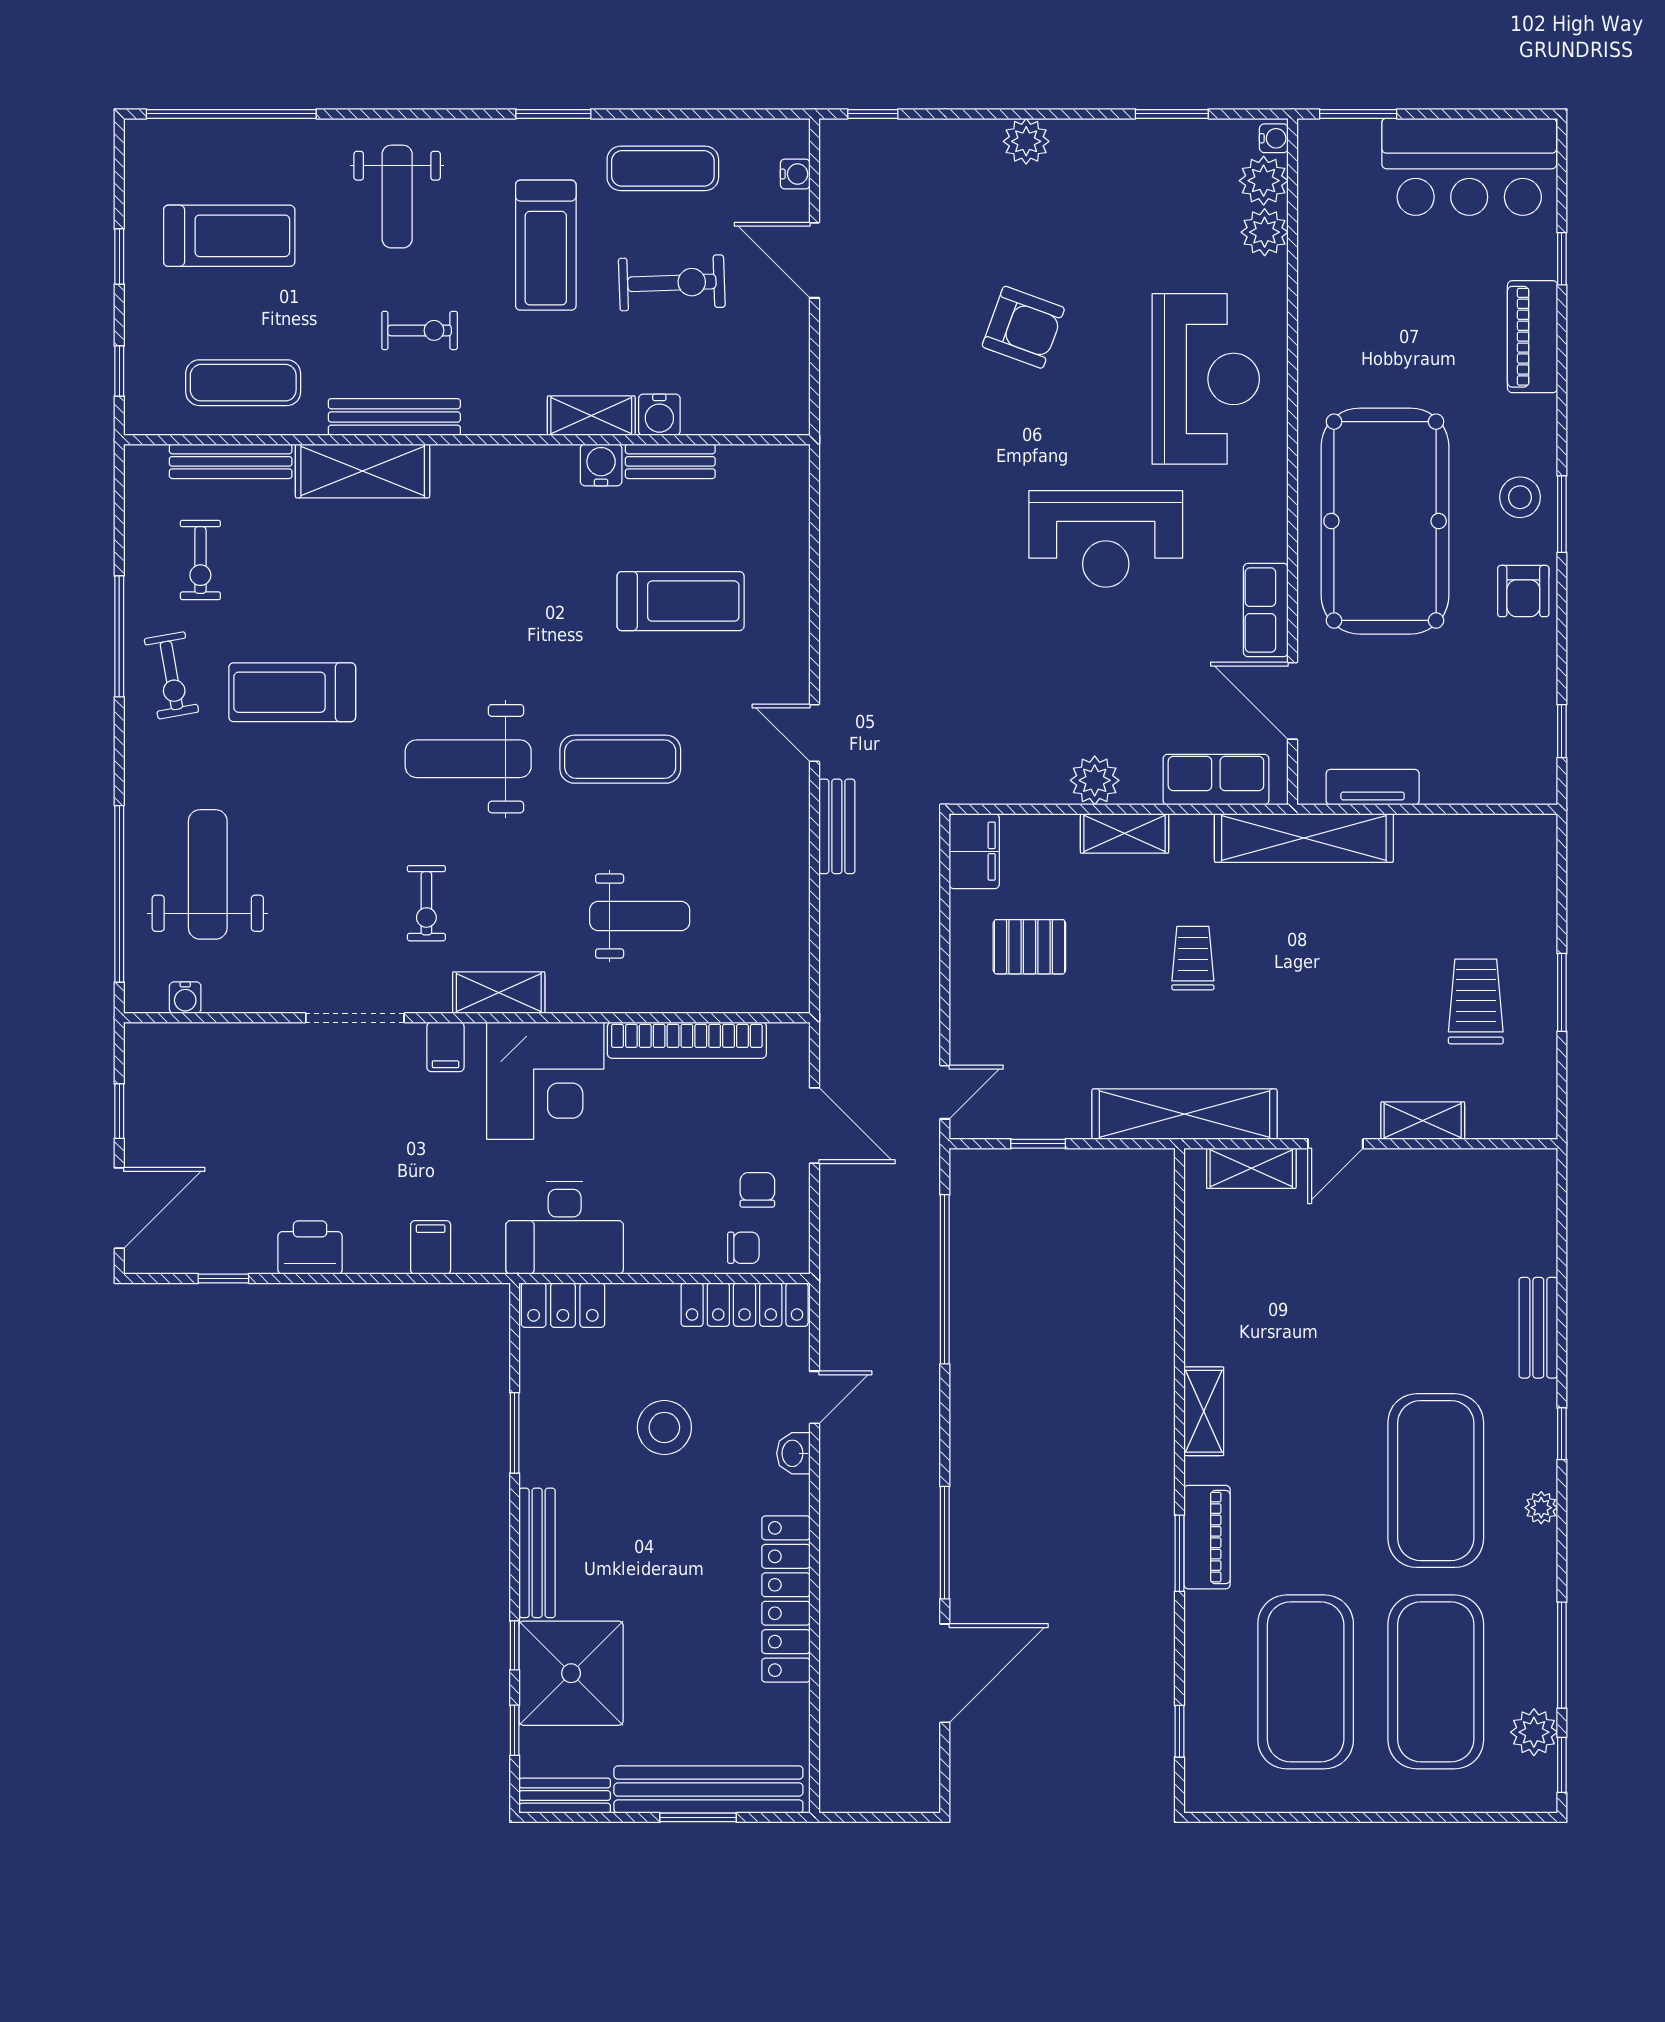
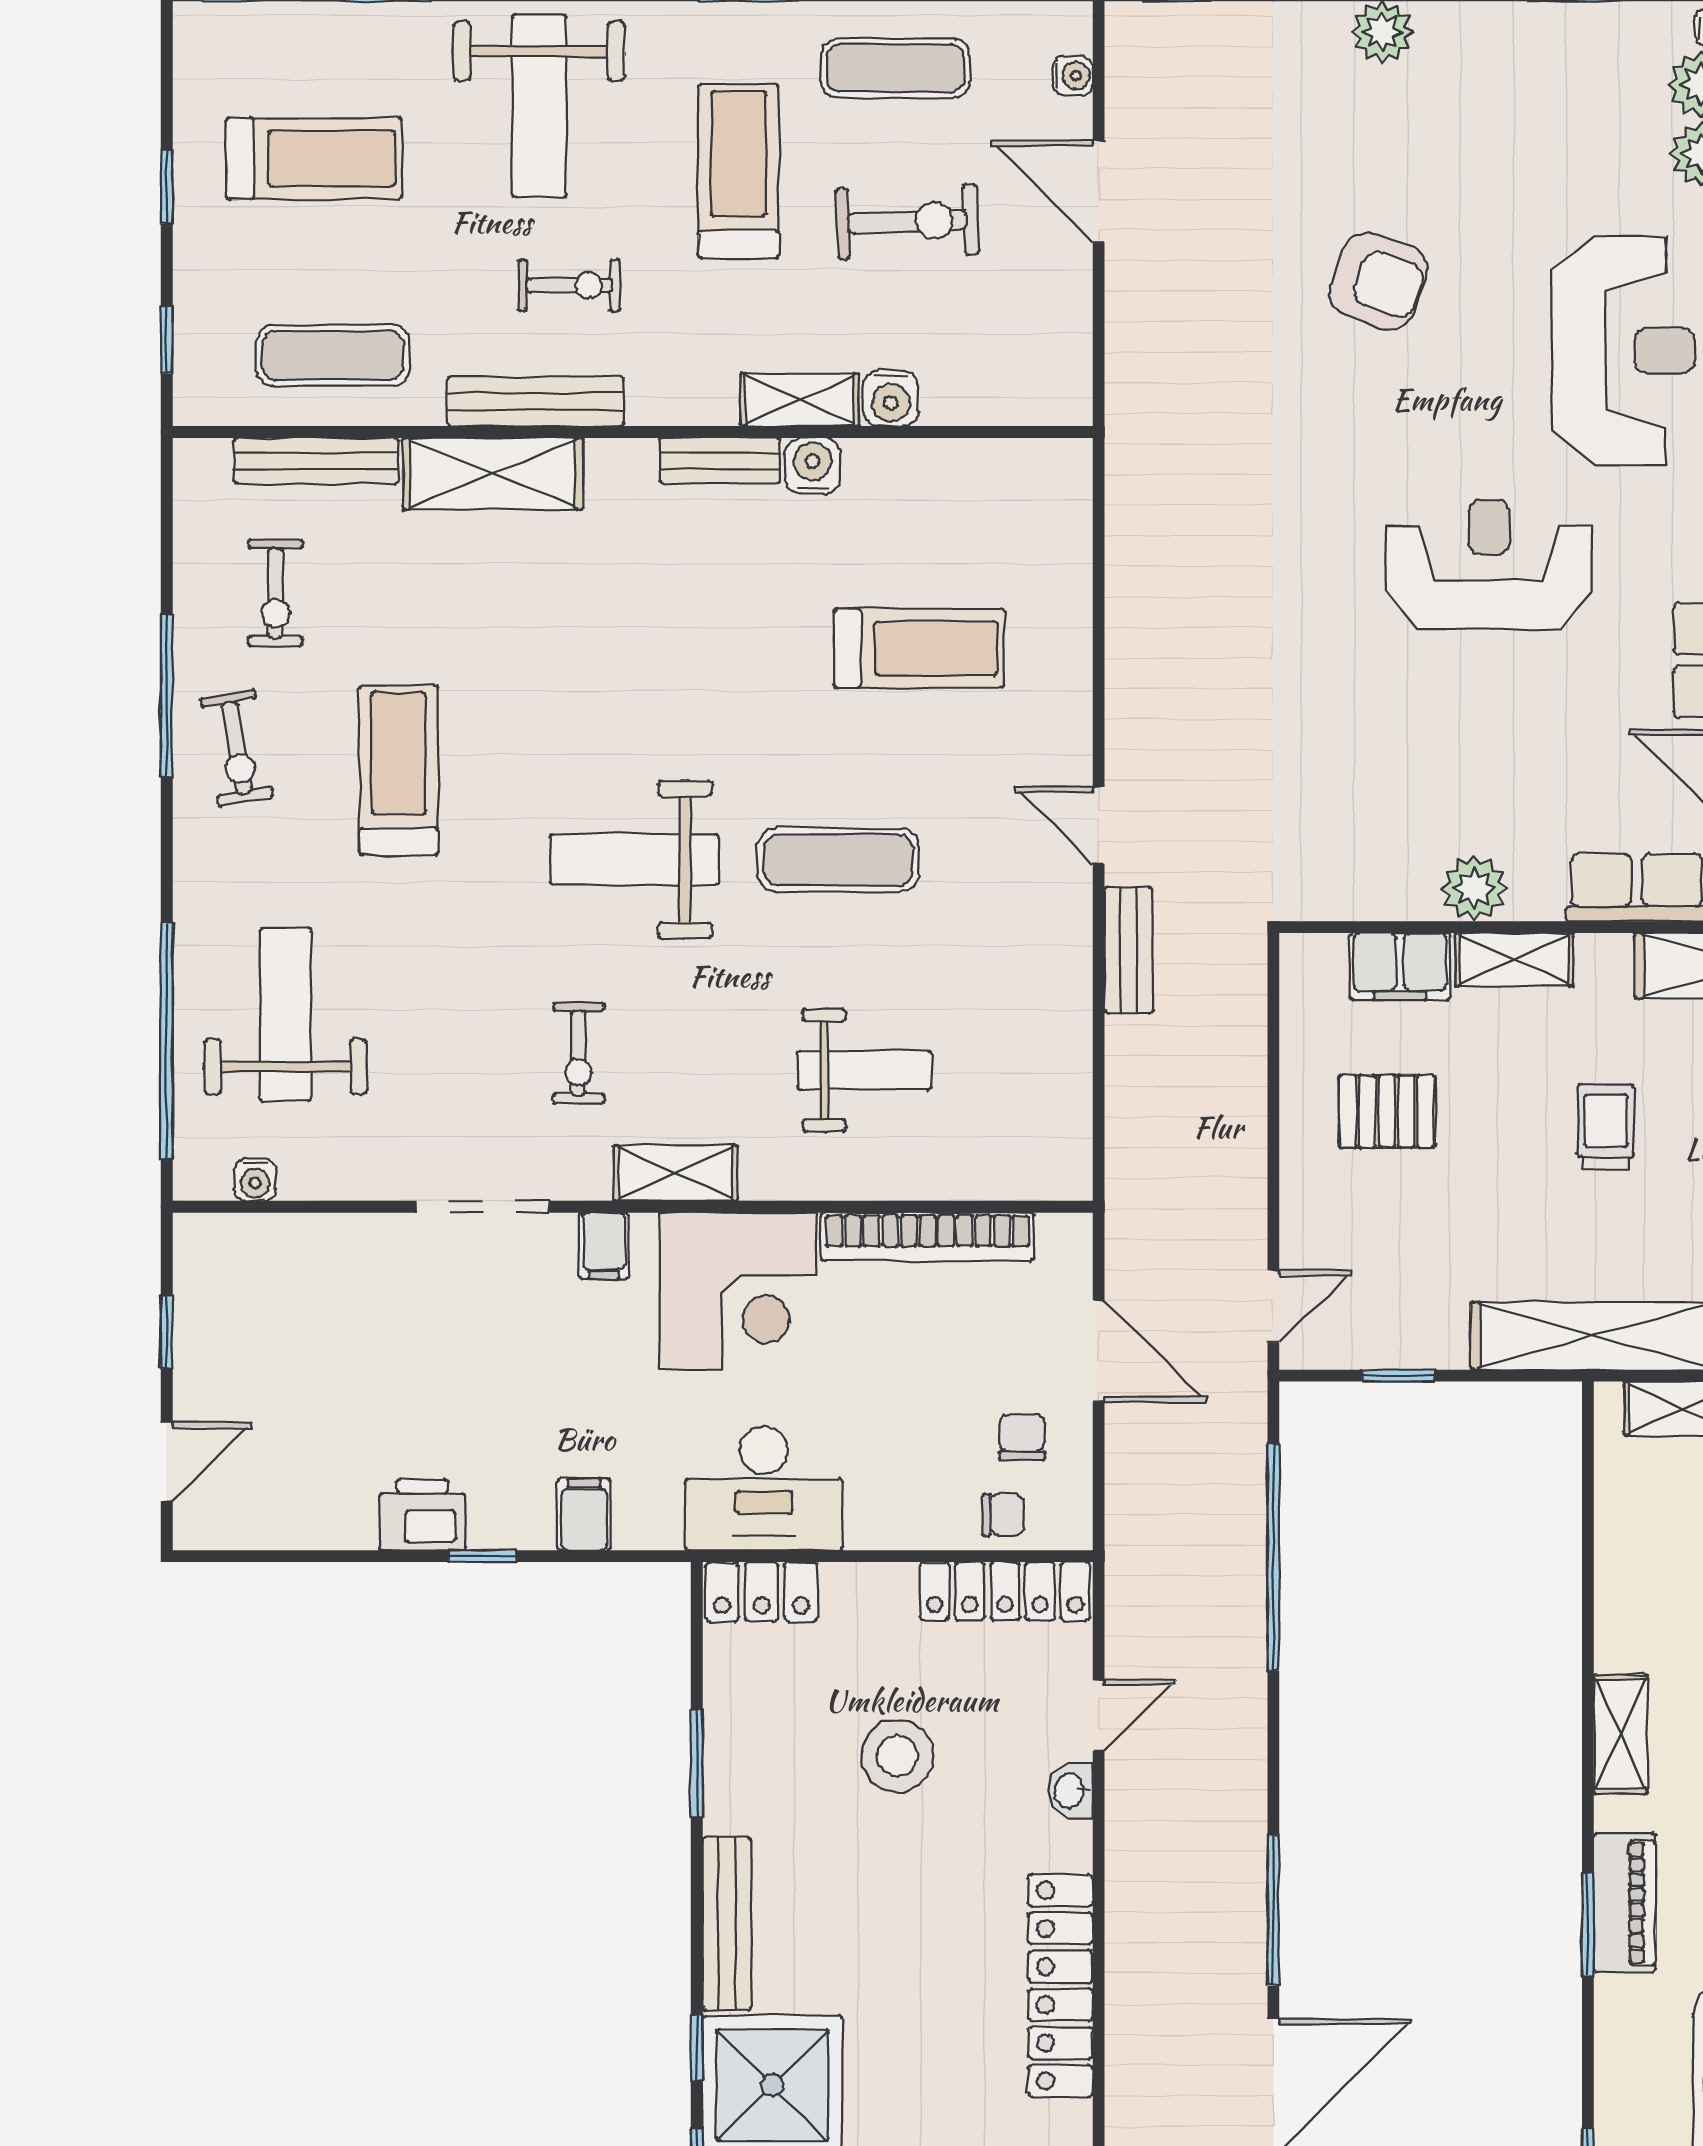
weight bench: (397, 197) -> (539, 106), width x1.36, depth x1.33
treadmill: (546, 245) -> (738, 171), turned 180
bench: (670, 461) -> (720, 461), moved
reception desk: (1106, 539) -> (1489, 565), turned 180
treadmill: (292, 692) -> (399, 770), turned 90
filing cabinet: (974, 851) -> (1400, 967), moved, turned 90
door: (119, 1208) -> (167, 1462), width x0.73
window: (223, 1279) -> (483, 1556), moved

